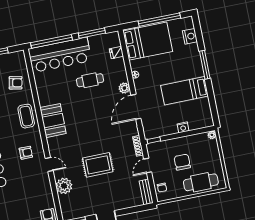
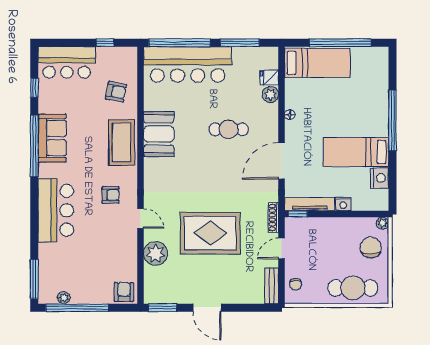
nightstand: (190, 36) -> (379, 178), moved
bed: (148, 41) -> (317, 63), width x0.67
window: (205, 65) -> (392, 120), width x1.46
cafe table: (90, 80) -> (229, 129), moved
plant: (124, 88) -> (270, 95), moved
coffee table: (26, 116) -> (122, 143), width x1.36, depth x1.32
booth: (53, 121) -> (159, 134), moved
tv unit: (160, 132) -> (310, 204), added
chair: (182, 162) -> (371, 247), moved
rug: (98, 165) -> (210, 233), width x1.37, depth x1.44

